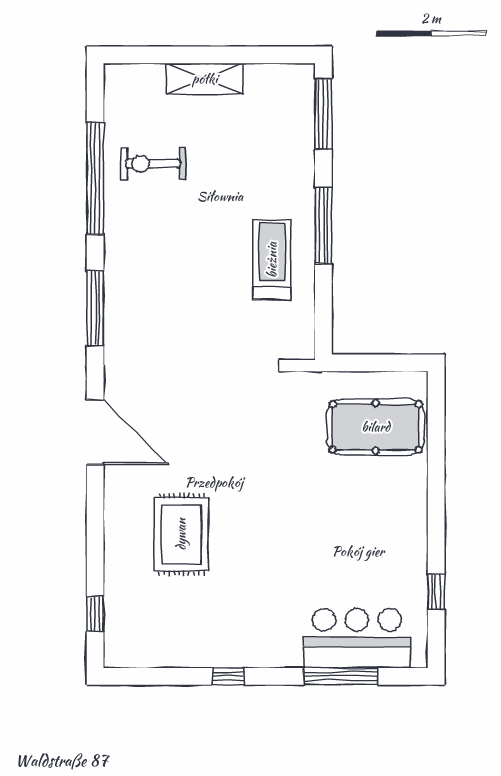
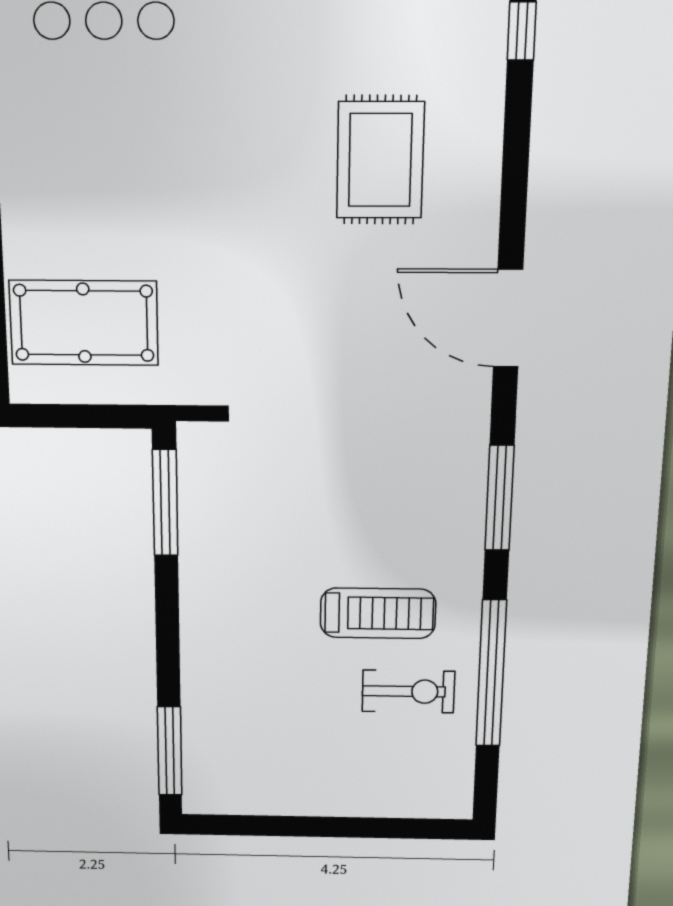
shelving: (205, 79) -> (333, 798), removed
window: (323, 225) -> (165, 503), moved
treadmill: (272, 260) -> (378, 613), moved, turned -90

